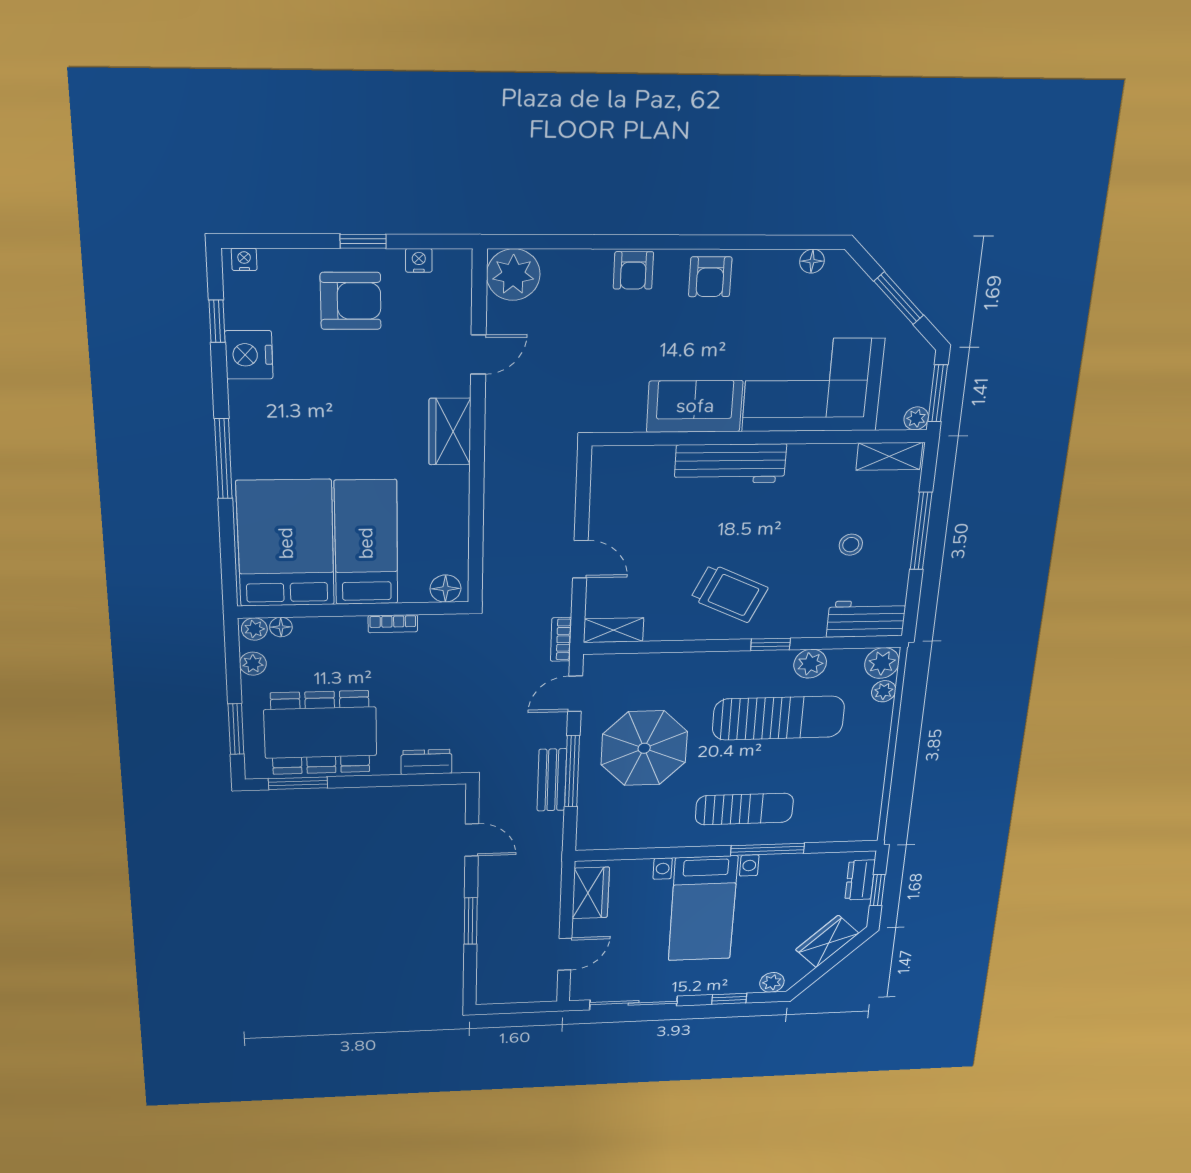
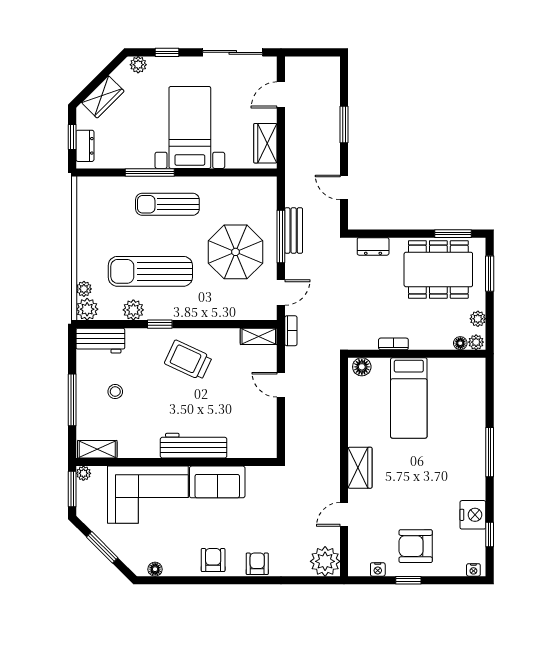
bed: (286, 543) -> (456, 398), removed

